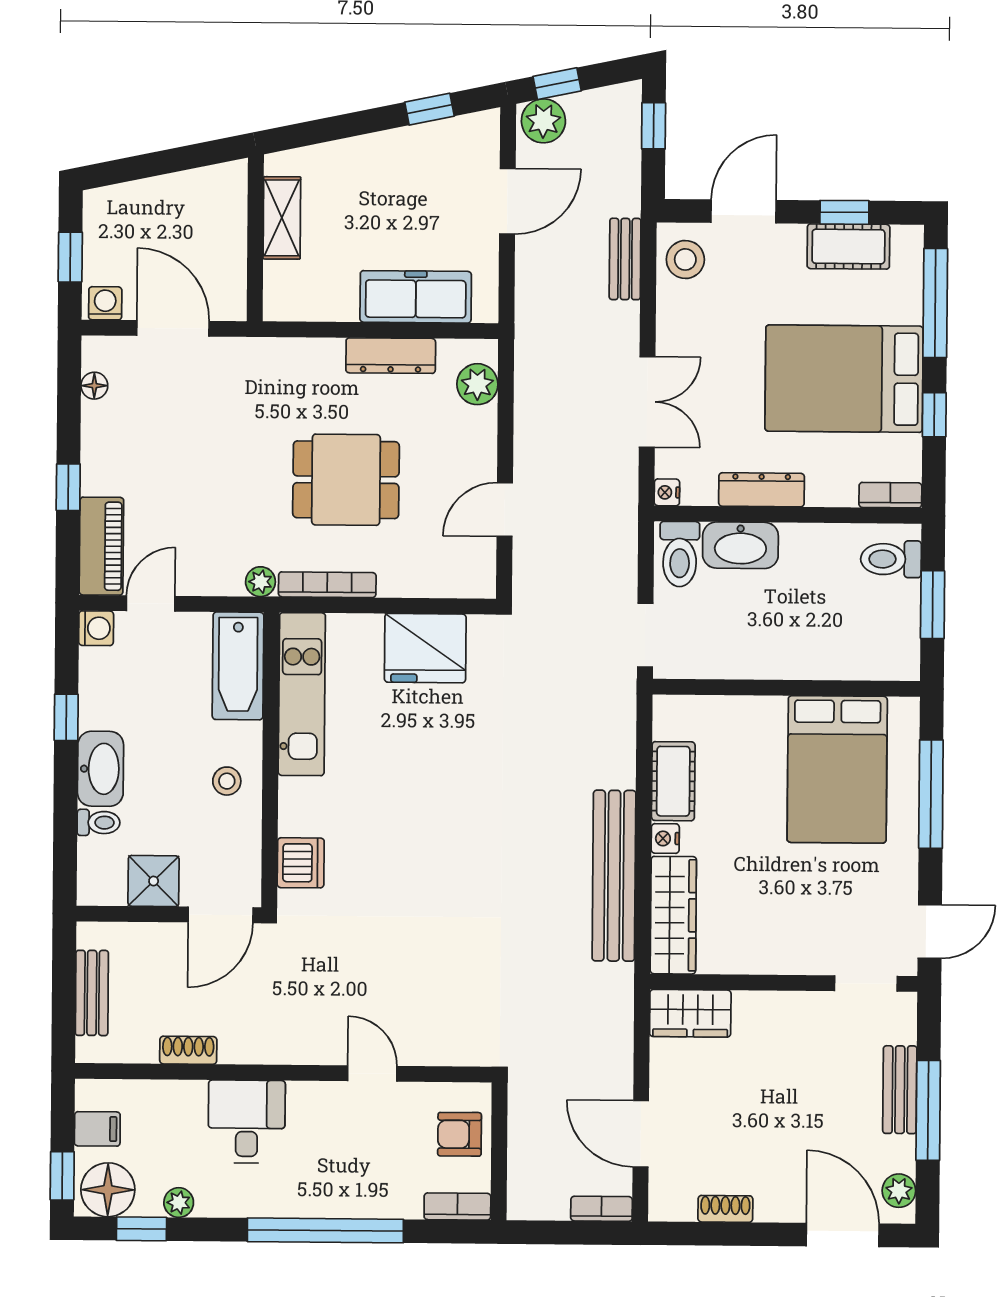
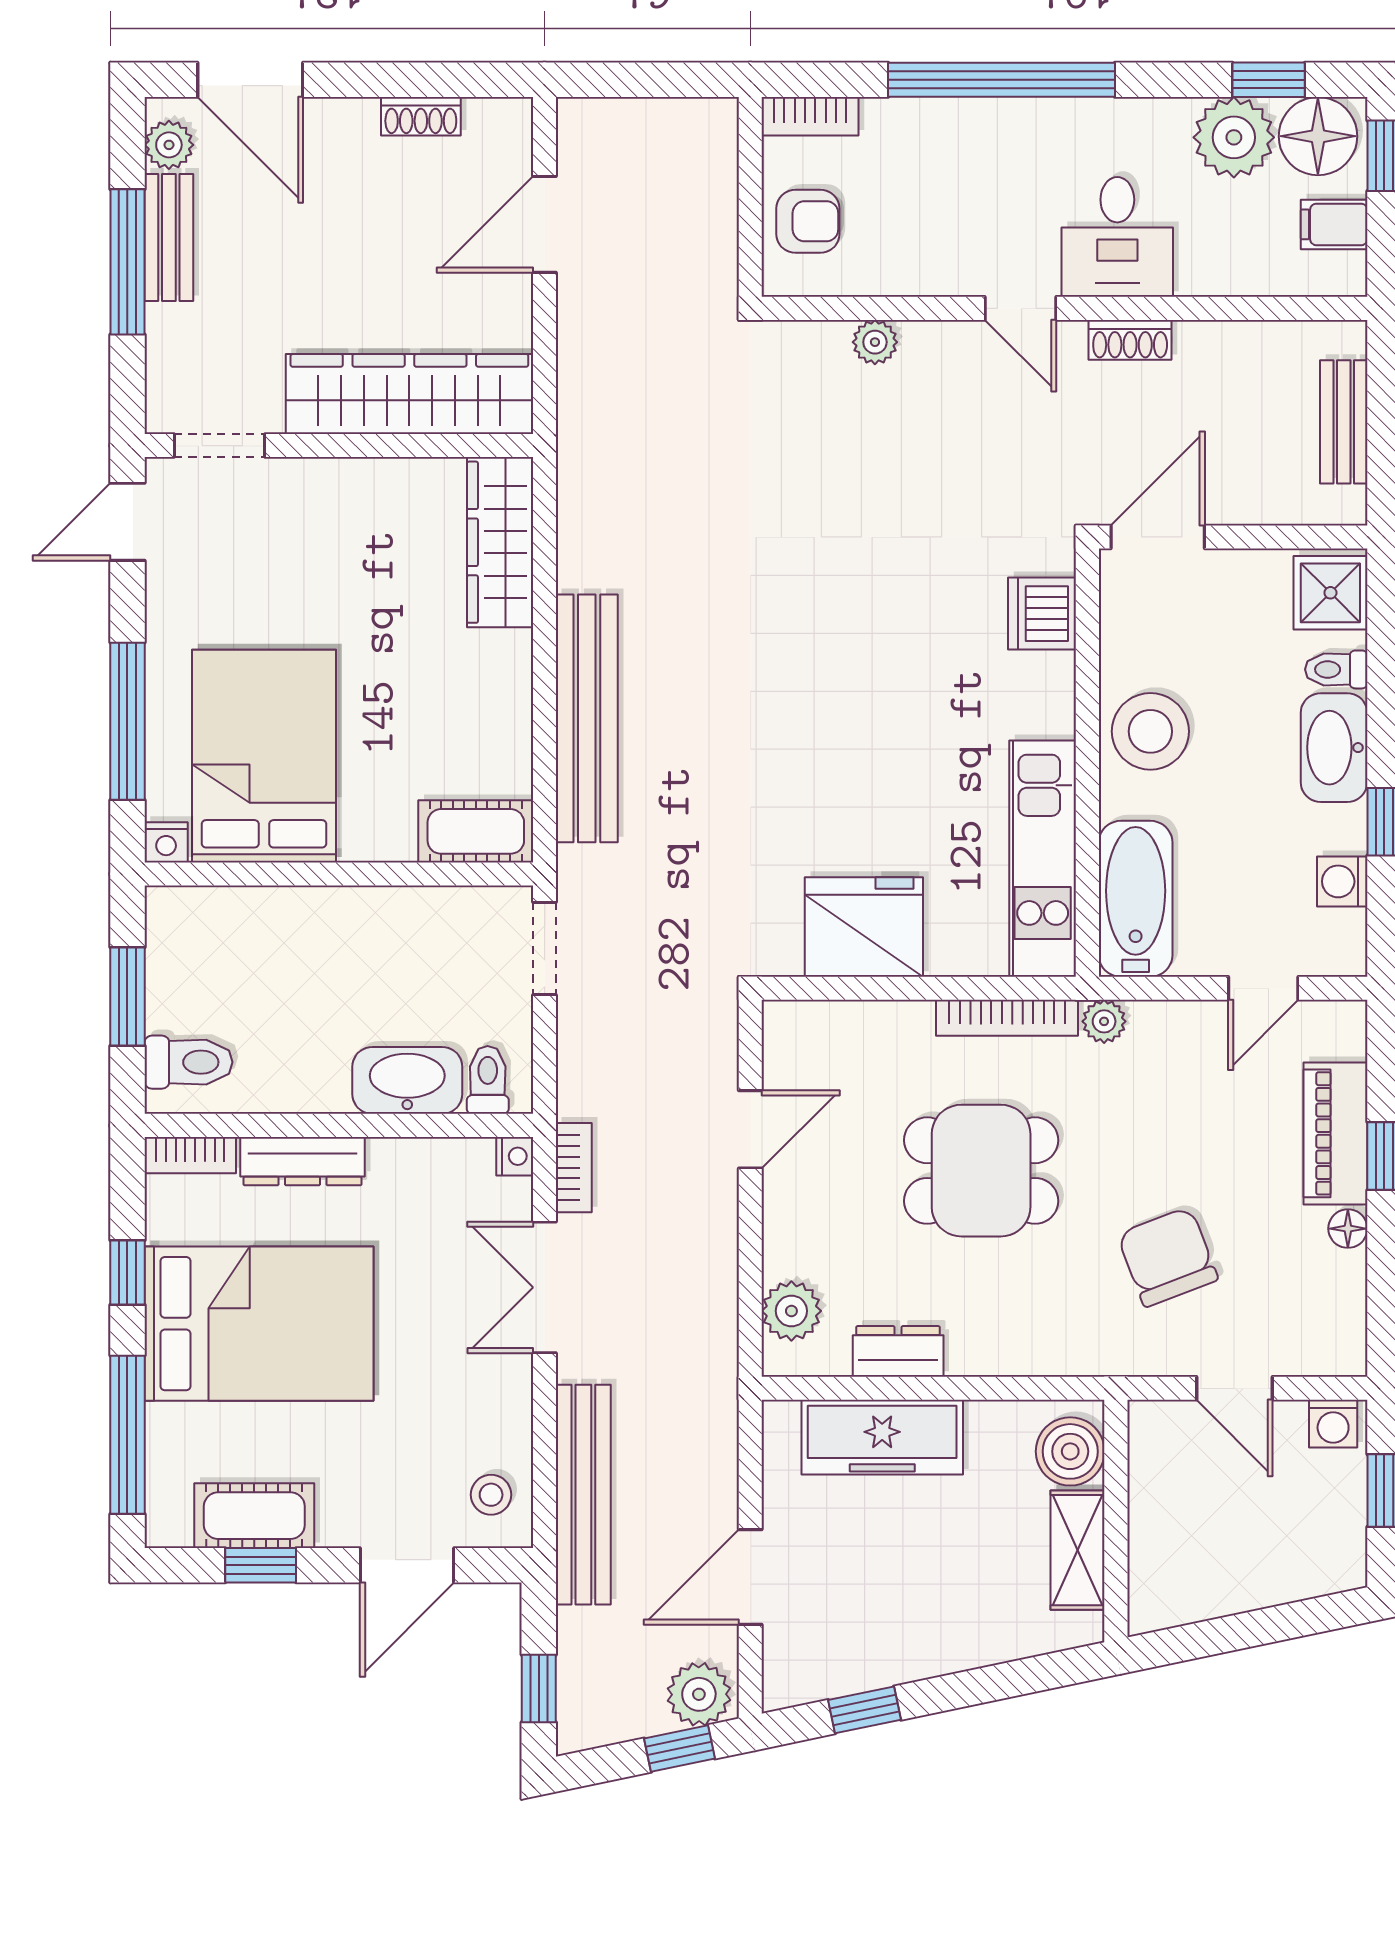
bench: (625, 259) -> (583, 1495), width x1.86, depth x1.21
stool: (685, 259) -> (491, 1495), width x0.73, depth x0.73
boiler: (286, 286) -> (1070, 1451), added
door: (173, 328) -> (1234, 1388), width x0.73
dresser: (391, 356) -> (898, 1351), width x0.70
floor lamp: (94, 386) -> (1348, 1229), moved
chair: (218, 419) -> (1168, 1257), added
dresser: (762, 490) -> (303, 1161), moved
piano: (101, 546) -> (1336, 1133), moved
toilet: (680, 554) -> (488, 1080), width x0.73, depth x0.72
washing machine: (96, 628) -> (1342, 881), moved
stool: (227, 781) -> (1150, 731), width x1.89, depth x1.89
cot: (673, 781) -> (476, 831), moved, turned 90
nightstand: (665, 838) -> (166, 842), moved, turned 90
bench: (614, 876) -> (587, 718), moved
shower: (154, 881) -> (1330, 593), moved
wardrobe: (690, 1013) -> (409, 394), width x2.10, depth x1.17
shoe rack: (188, 1050) -> (1130, 340), moved
plant: (414, 1051) -> (875, 342), added
door: (372, 1074) -> (1021, 308), moved
bench: (900, 1090) -> (169, 237), moved
door: (641, 1134) -> (545, 224), swing flipped
plant: (179, 1203) -> (1234, 137), width x1.88, depth x1.88
bookcase: (602, 1209) -> (574, 1168), moved, turned -90

